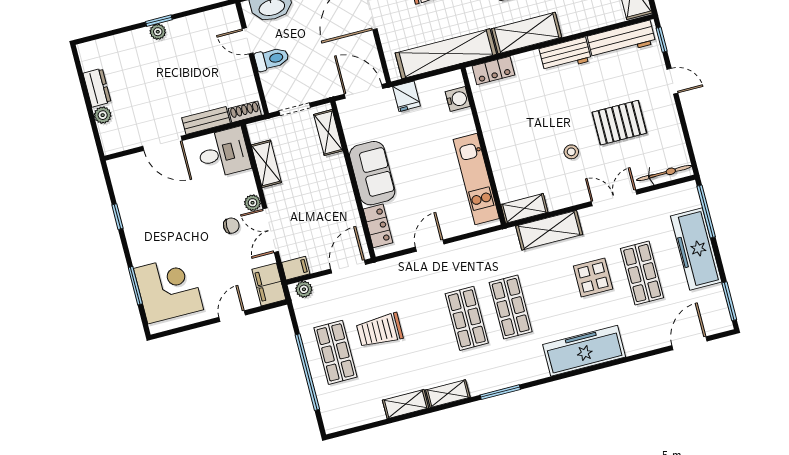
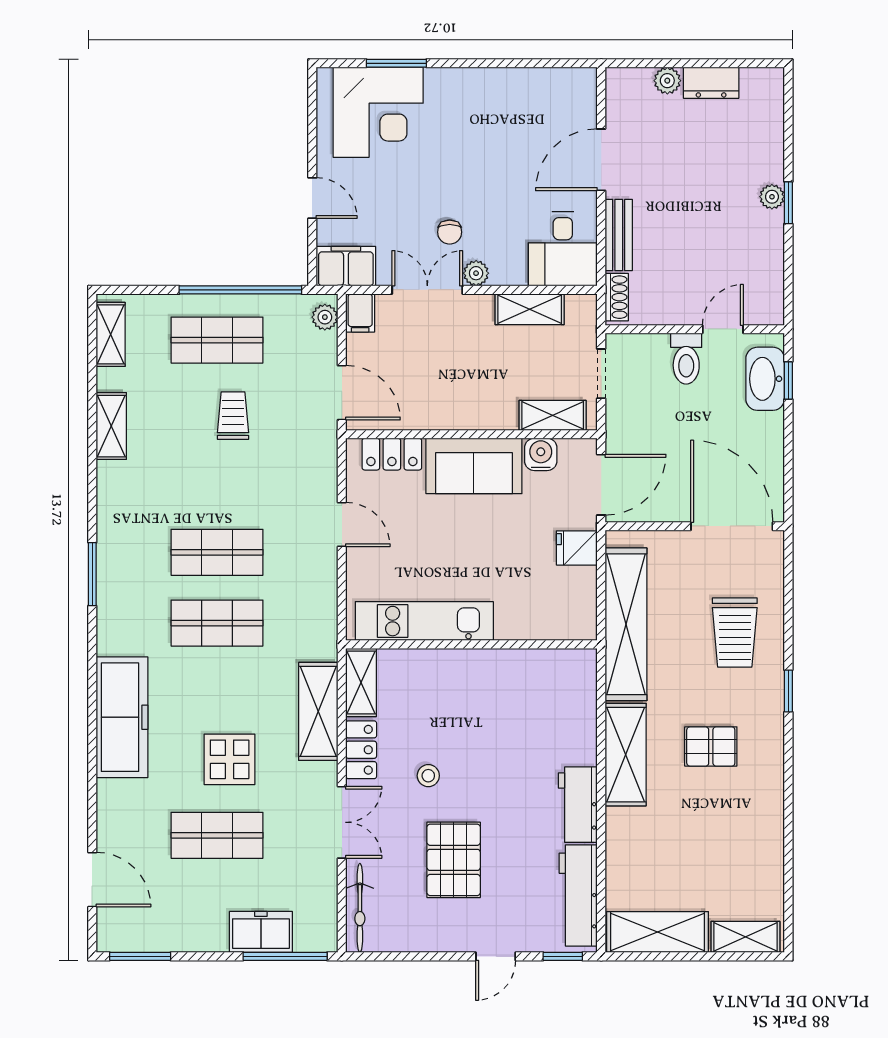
locker: (493, 71) -> (361, 750), moved, turned 180
water cooler: (458, 99) -> (541, 454), moved, turned 180
window: (117, 217) -> (508, 63), removed
freezer: (696, 249) -> (261, 932), width x0.52, depth x0.79
trolley: (380, 330) -> (233, 416), width x0.73, depth x0.72
window: (307, 372) -> (240, 290), moved
shelving: (448, 394) -> (111, 334), moved

